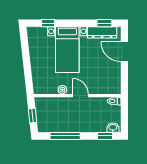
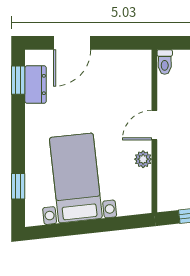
dresser: (102, 32) -> (36, 85), width x0.70
bed with nightstands: (67, 50) -> (76, 178), moved, turned -96

